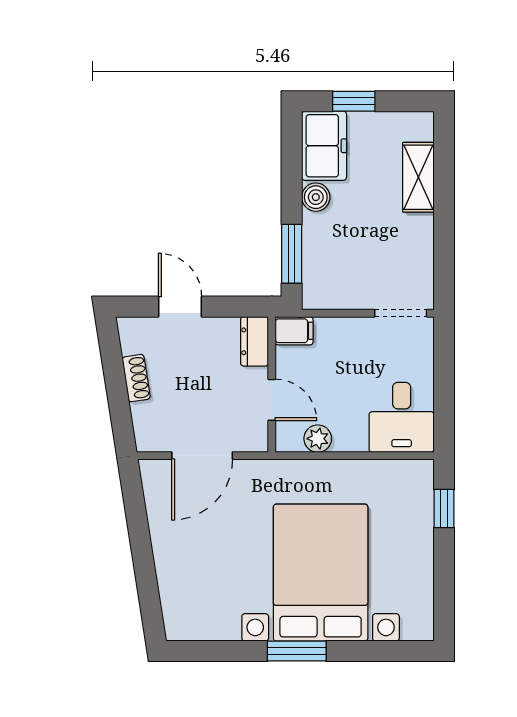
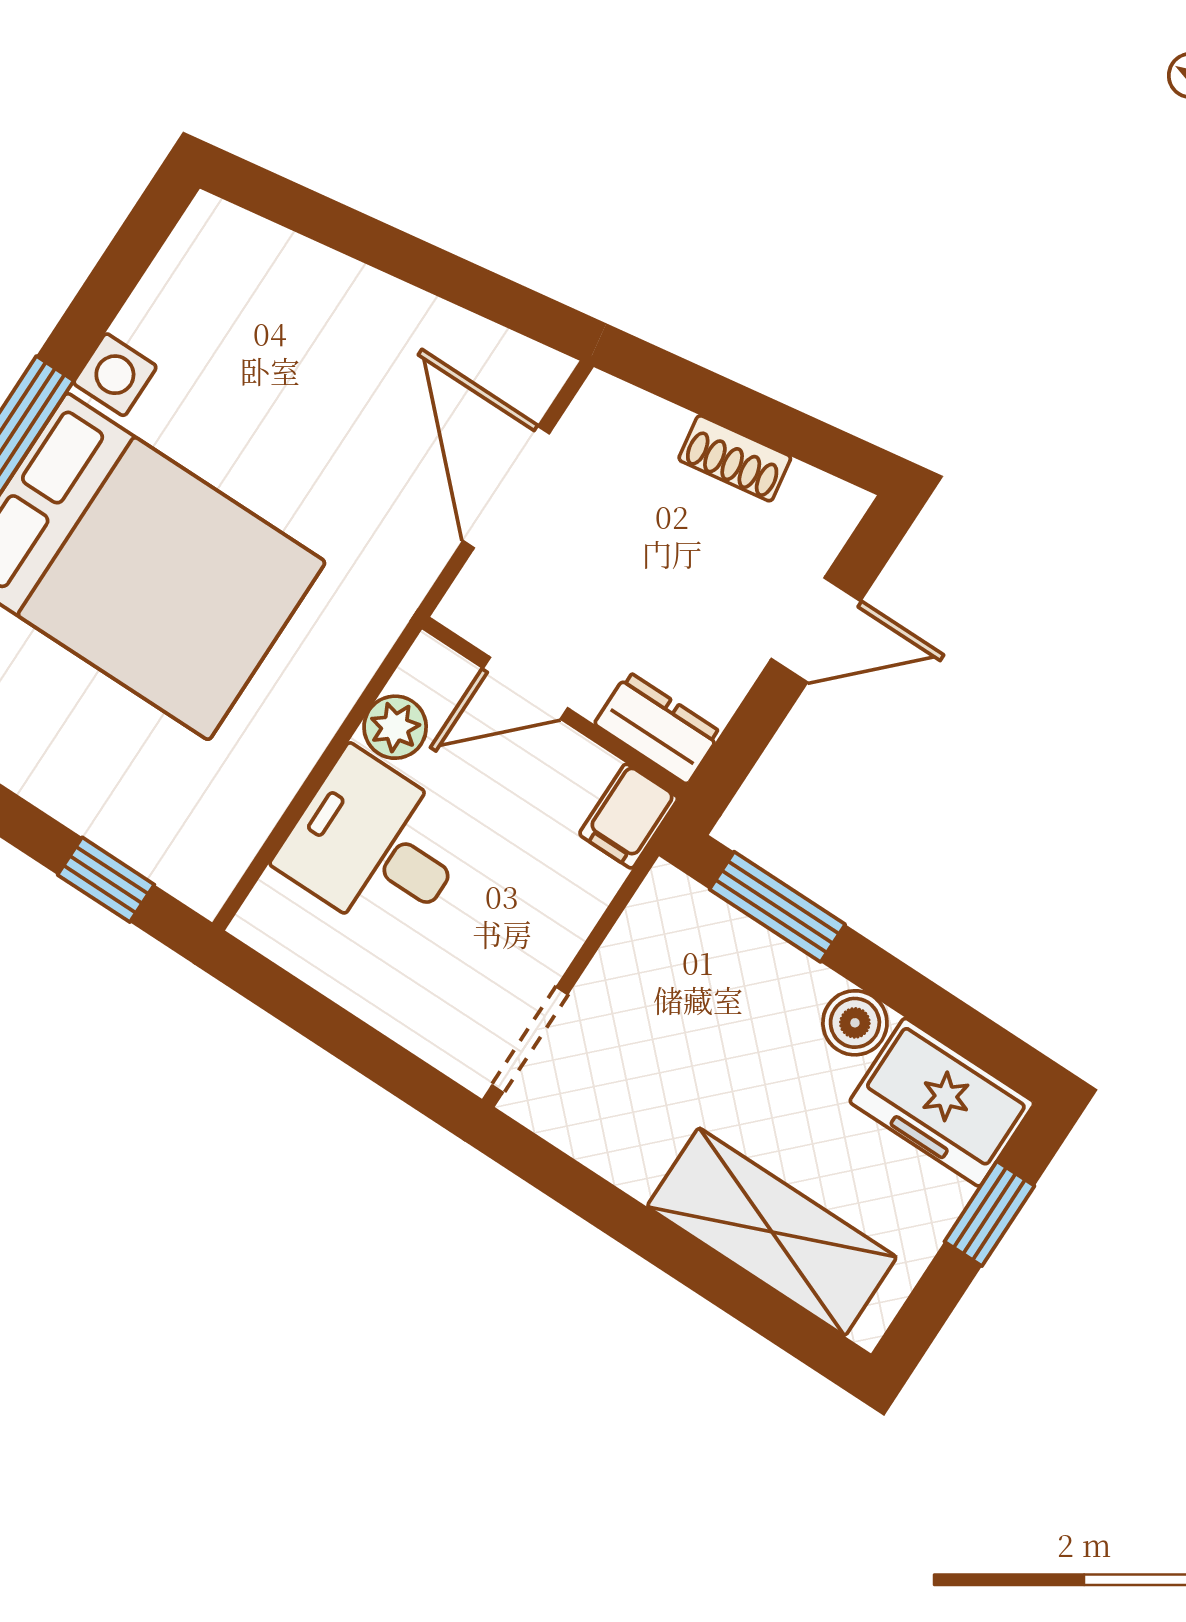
shelving: (418, 177) -> (772, 1232), width x1.50, depth x1.33
desk: (402, 417) -> (375, 846), moved

